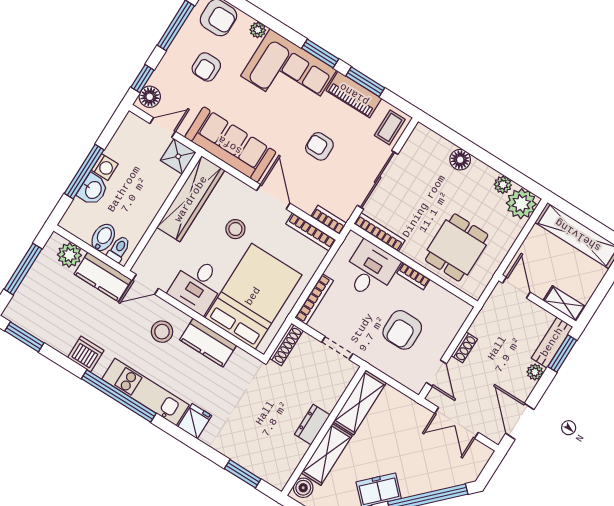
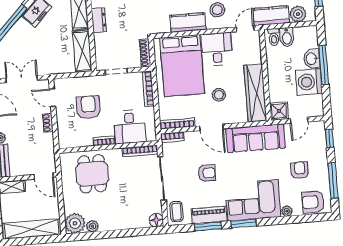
floor lamp: (150, 97) -> (318, 132), removed
floor lamp: (460, 160) -> (156, 220), moved
washing machine: (105, 167) -> (309, 82), width x1.89, depth x1.89

